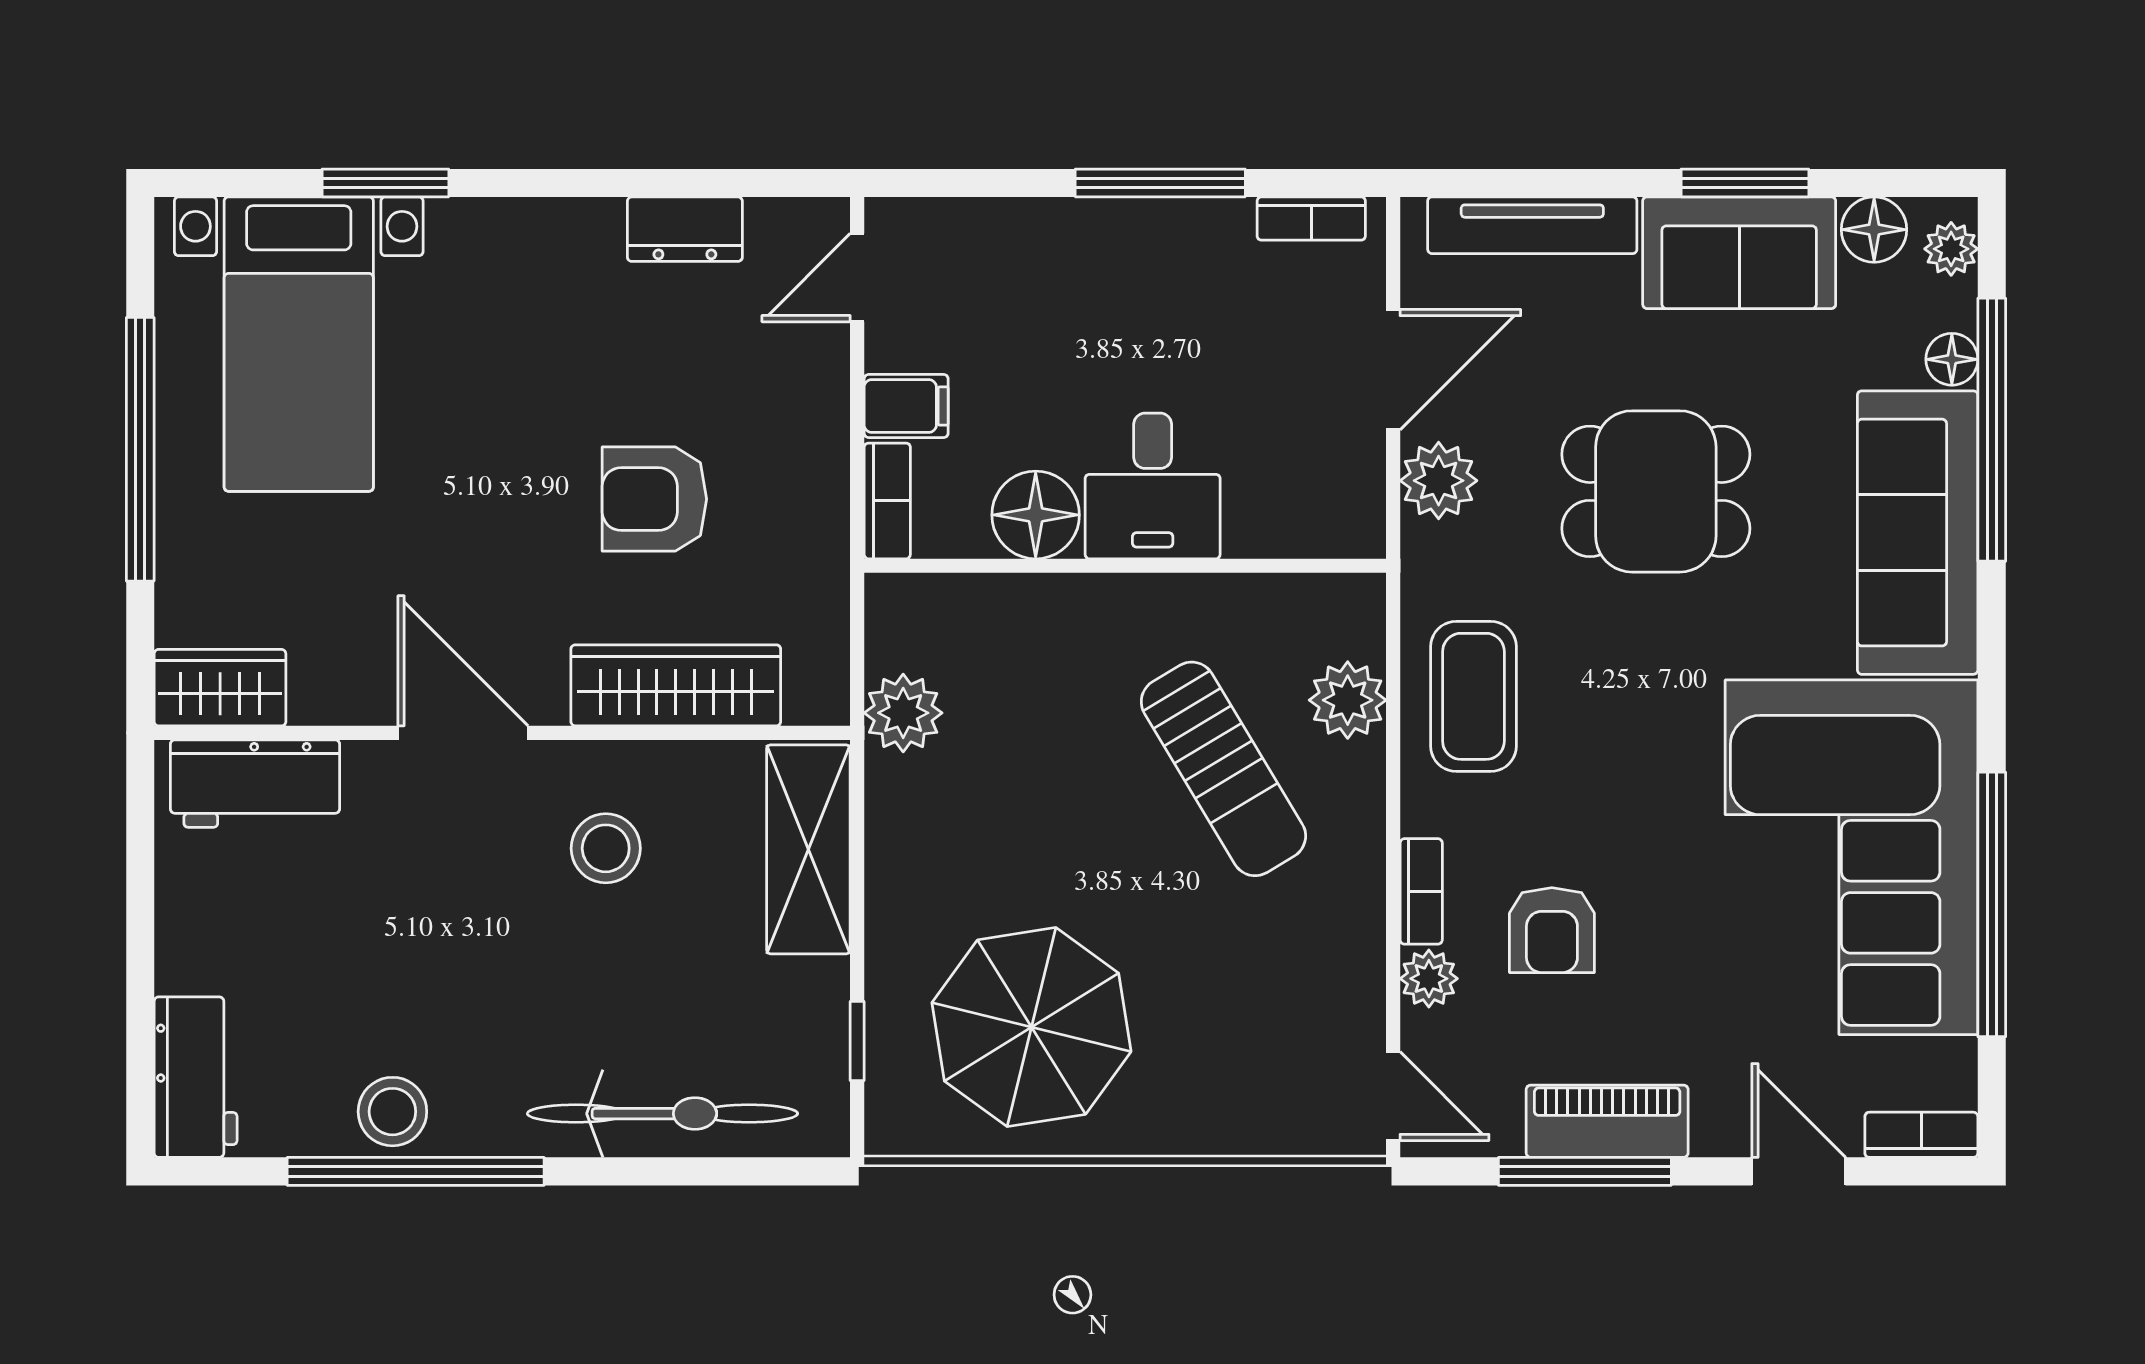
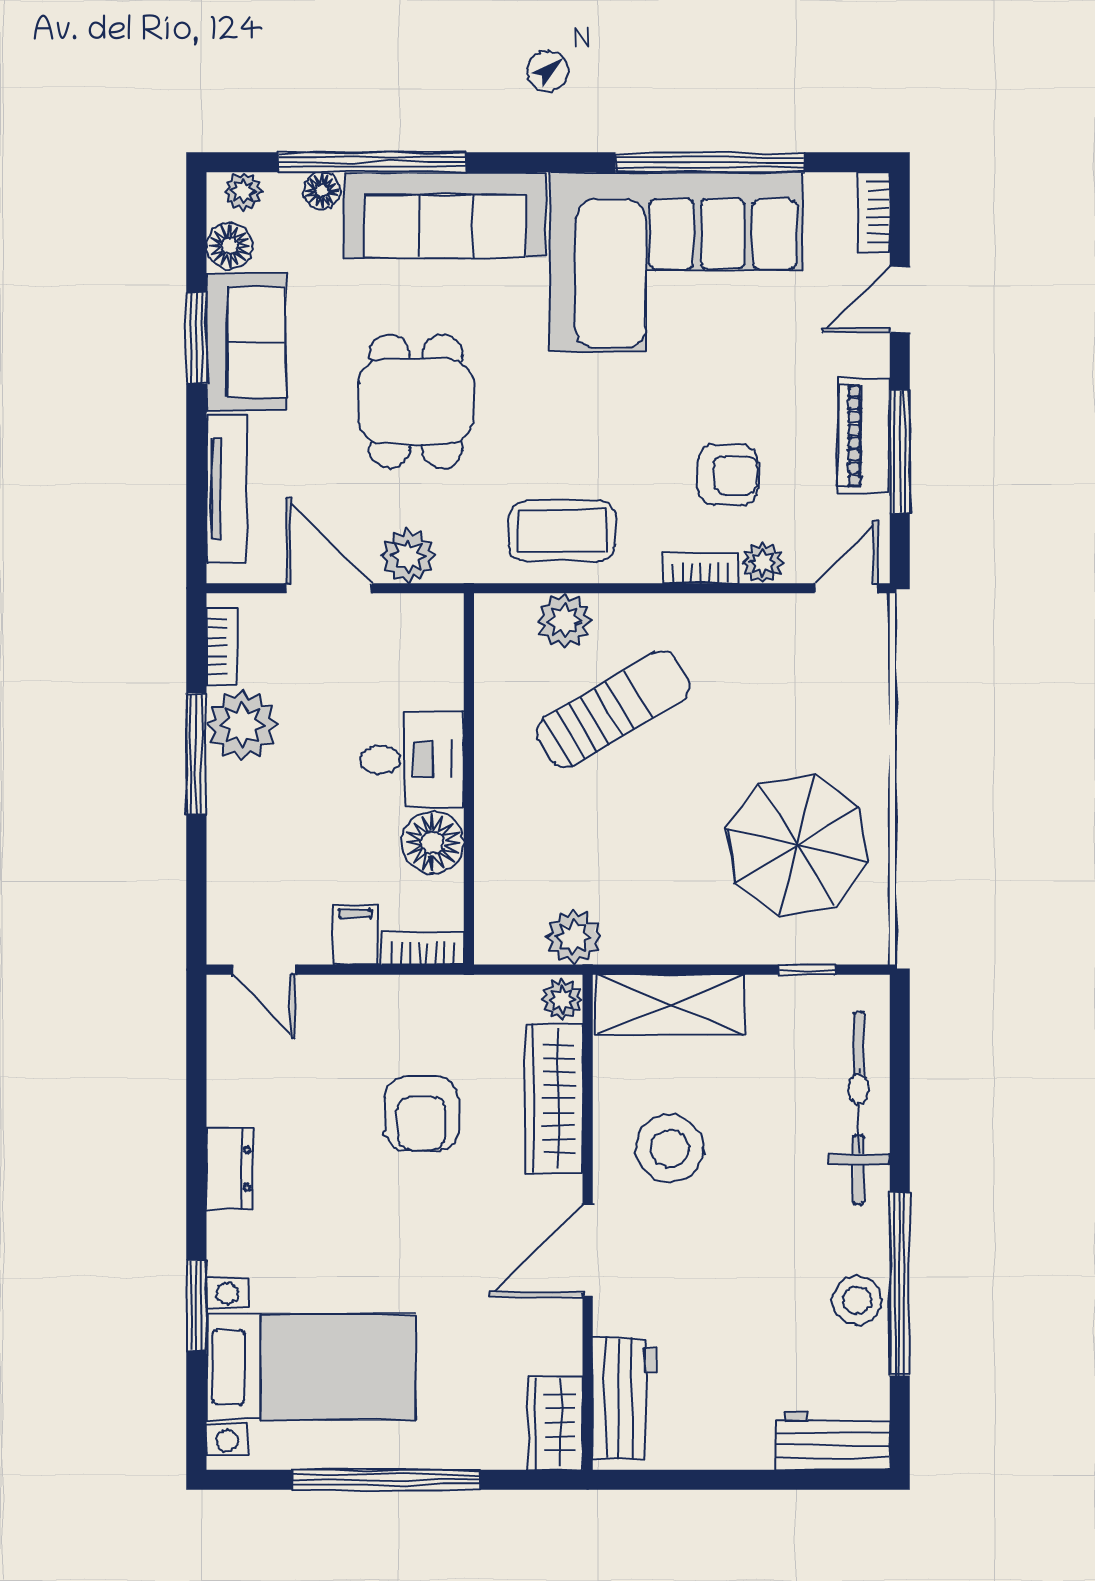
dresser: (685, 229) -> (229, 1169), moved
plant: (1201, 247) -> (242, 725), added
plant: (815, 697) -> (562, 999), added
stool: (606, 848) -> (670, 1149), width x1.38, depth x1.38

